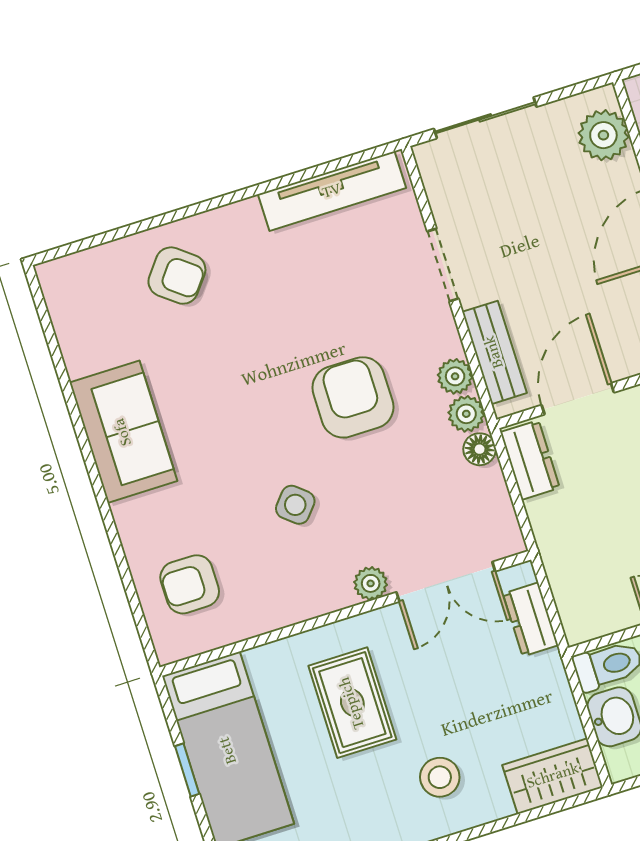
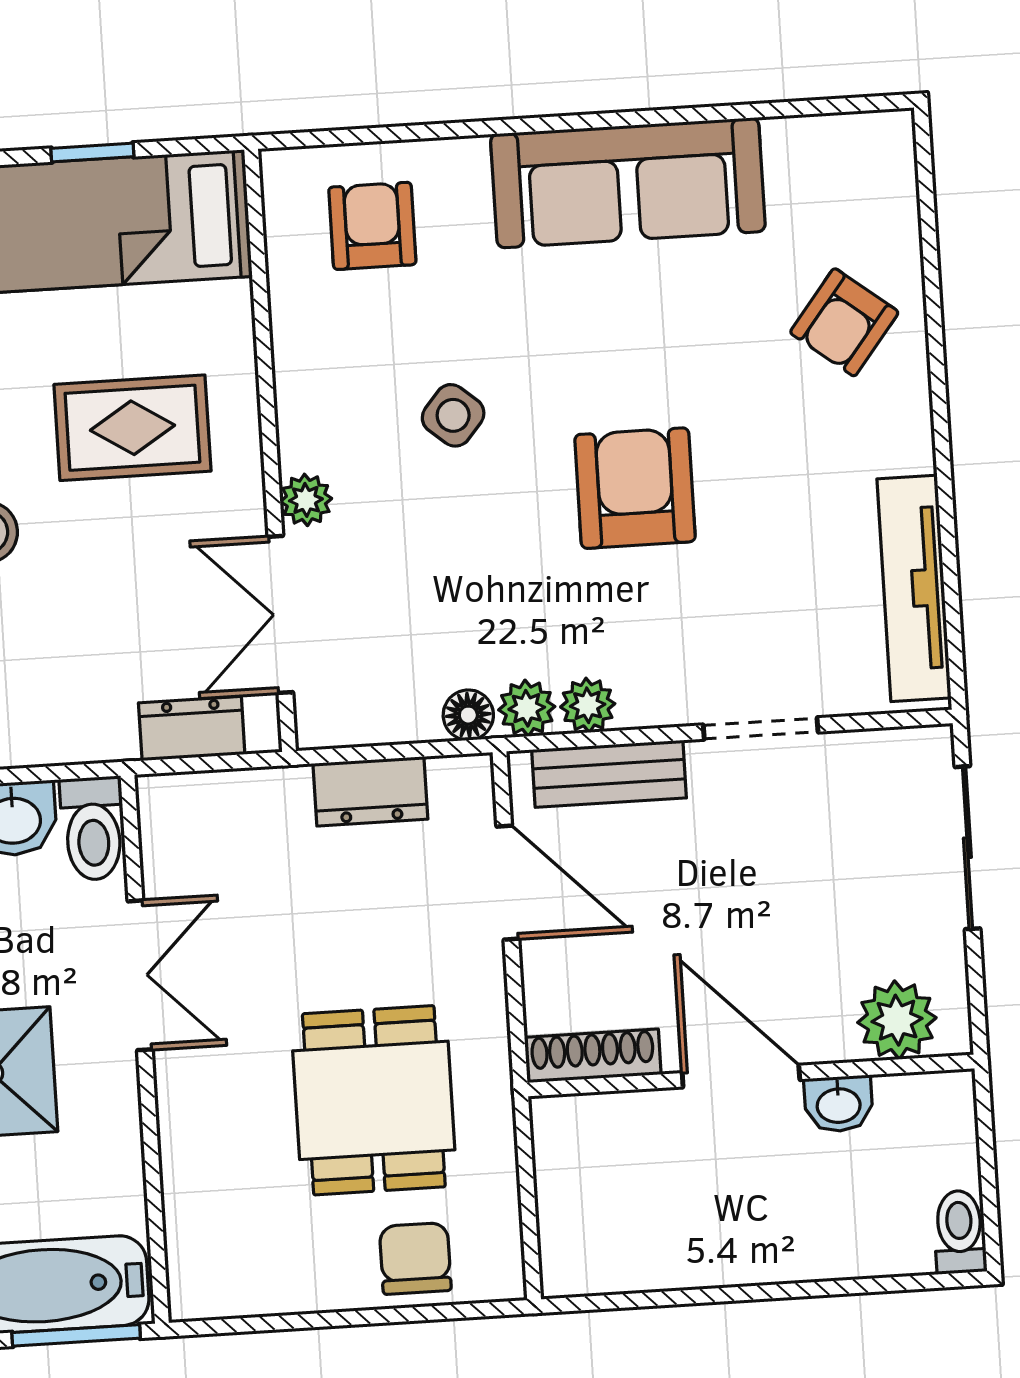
armchair: (353, 397) -> (635, 488), moved, turned -90
sofa: (123, 432) -> (628, 183), width x1.36
dresser: (530, 460) -> (370, 791), moved

